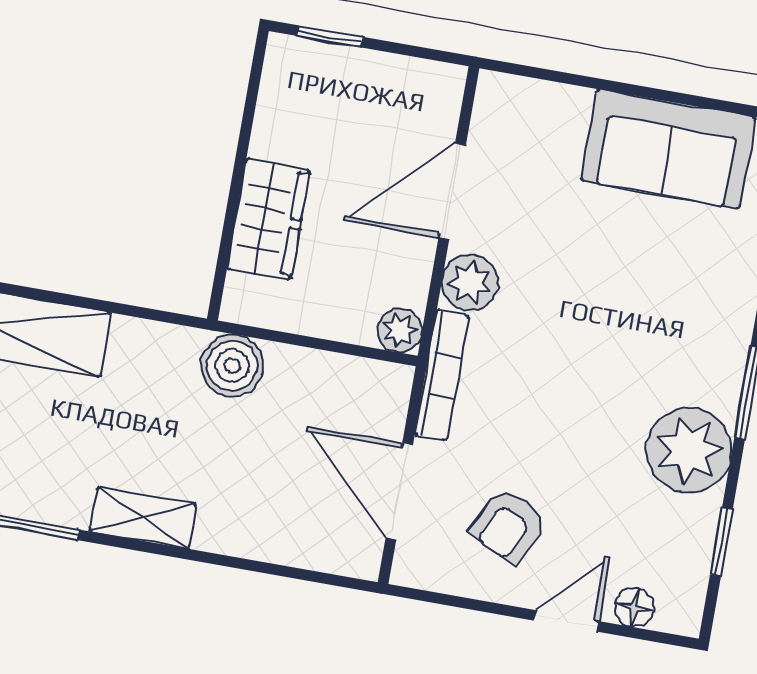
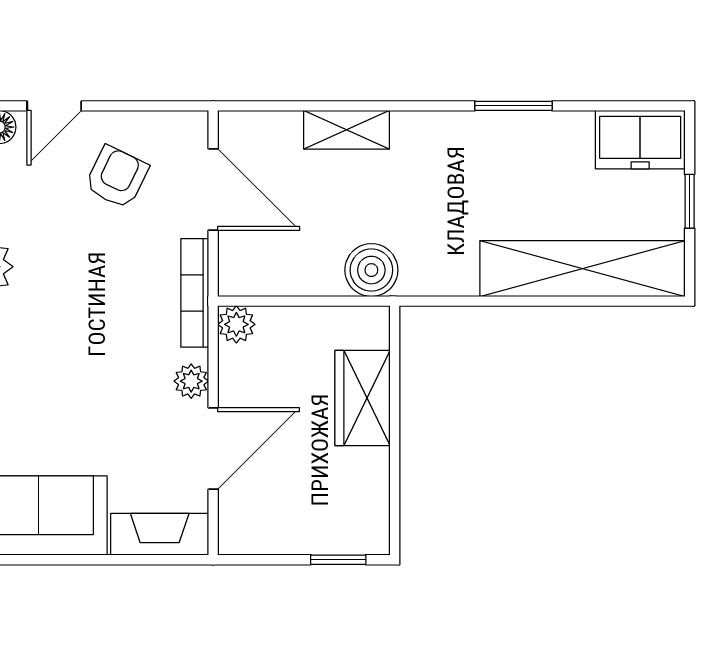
fireplace: (532, 102) -> (160, 534), added
plant: (470, 283) -> (191, 381), width x0.73, depth x0.73
shelving: (143, 518) -> (347, 130), moved

